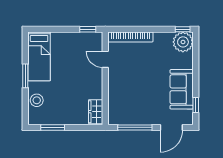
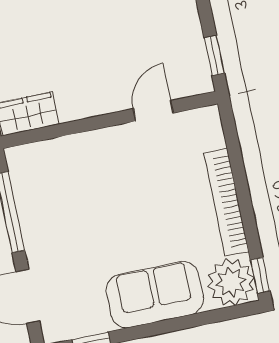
bookcase: (130, 37) -> (226, 202), moved
sofa: (182, 89) -> (155, 295), moved

